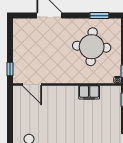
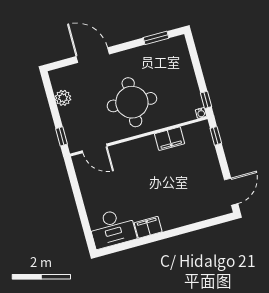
plant: (19, 41) -> (63, 98), added
round table: (92, 47) -> (132, 102), moved

